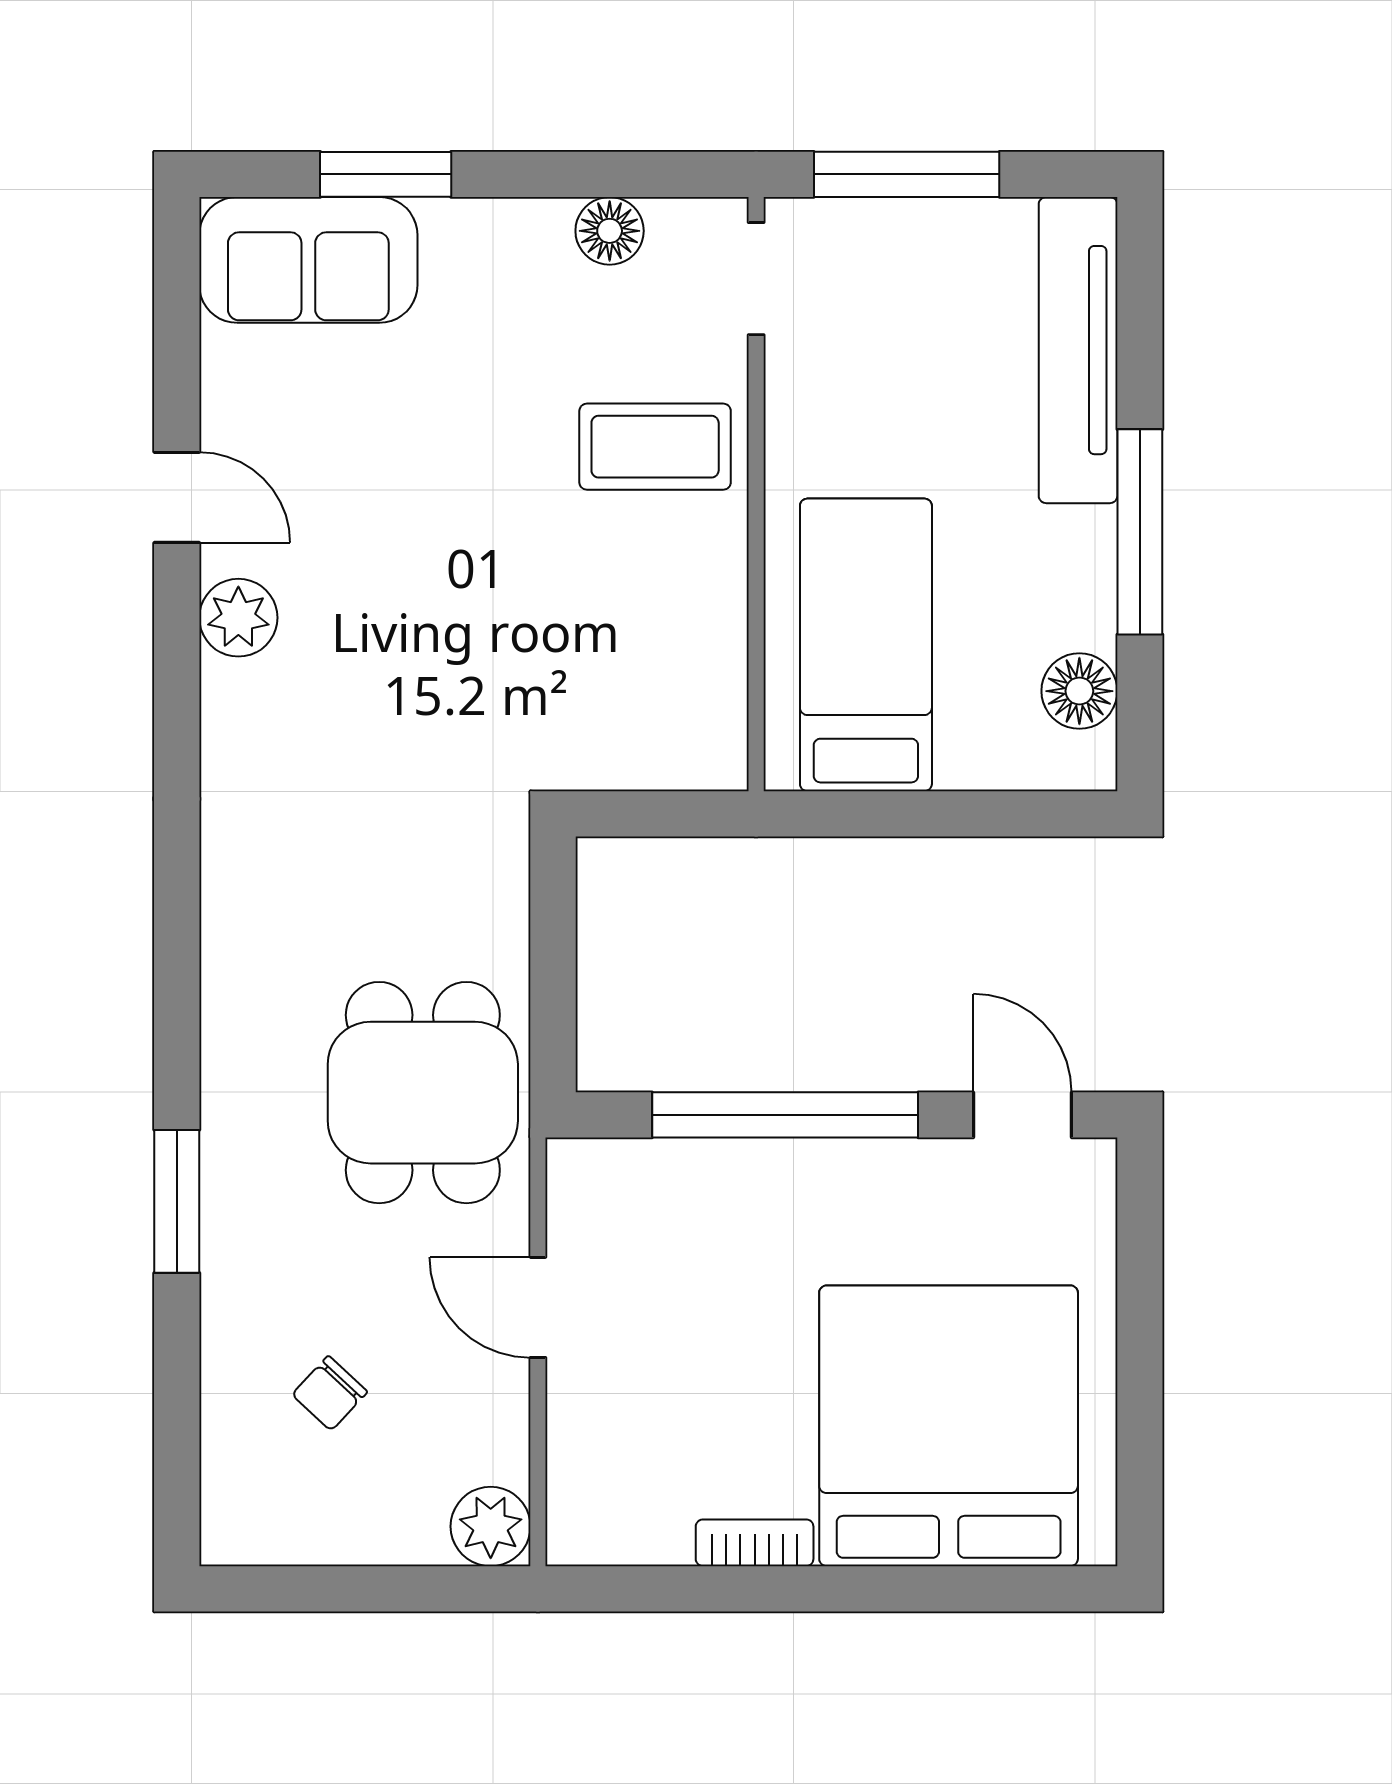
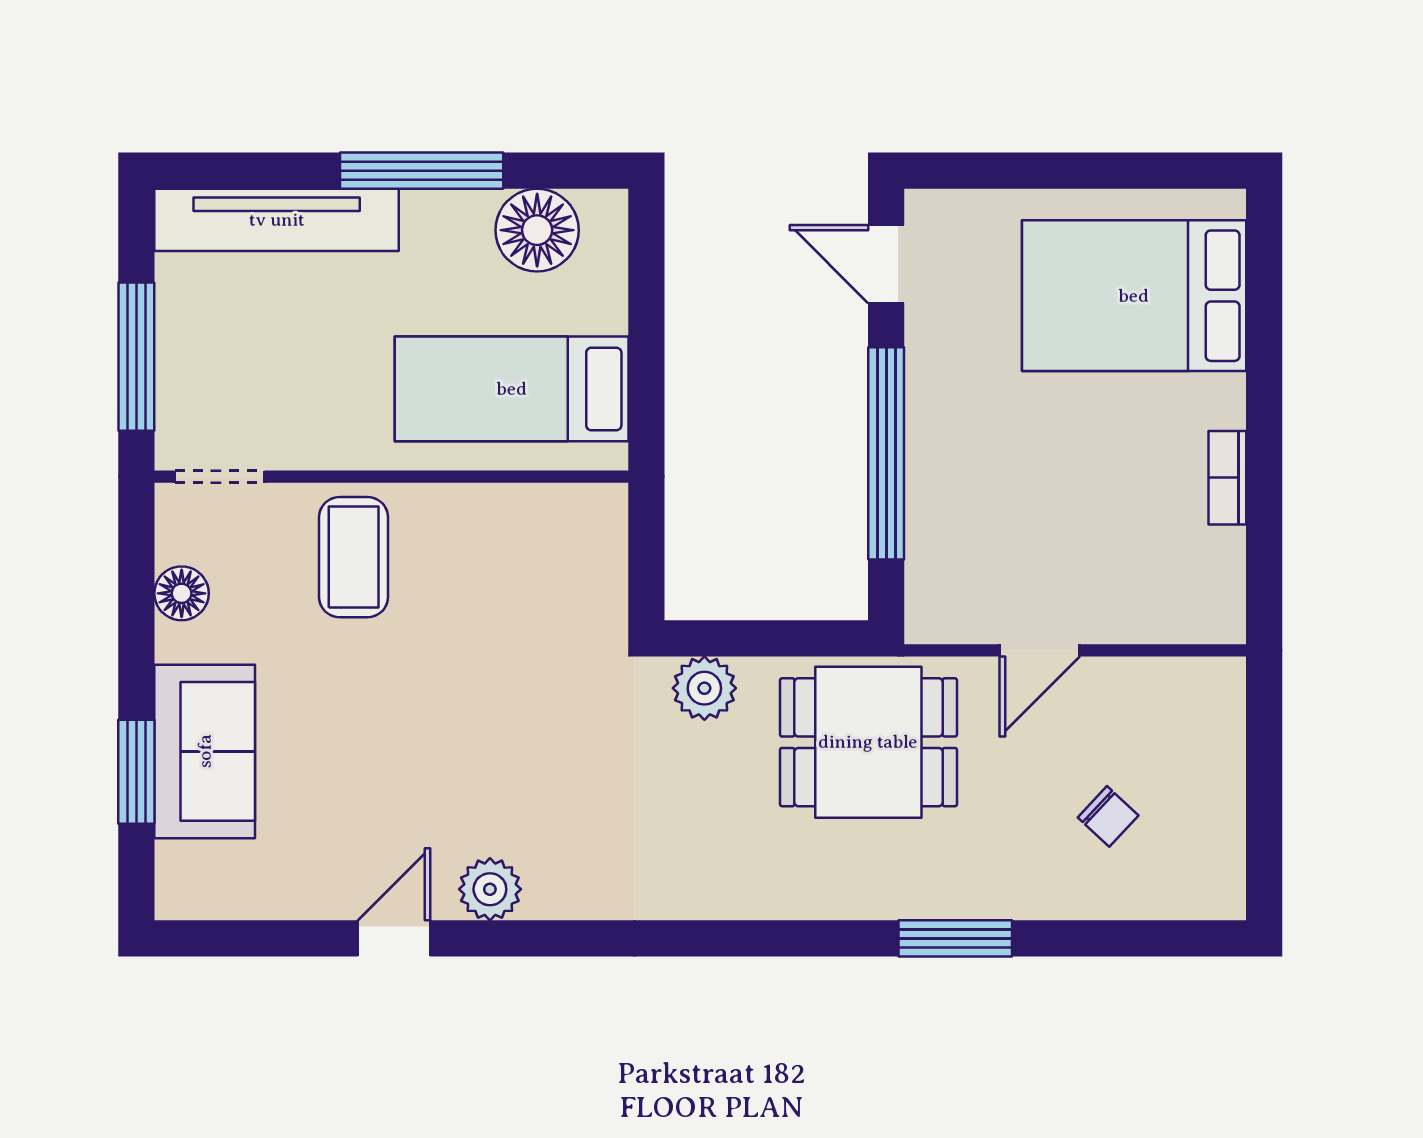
sofa: (308, 260) -> (205, 751), moved
floor lamp: (1079, 691) -> (537, 230), width x1.38, depth x1.38
door: (1022, 1115) -> (886, 264), hinge flipped
bed: (949, 1426) -> (1134, 296), width x0.73
plant: (491, 1526) -> (704, 688), moved

